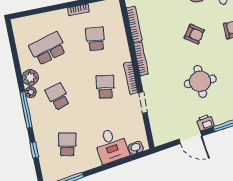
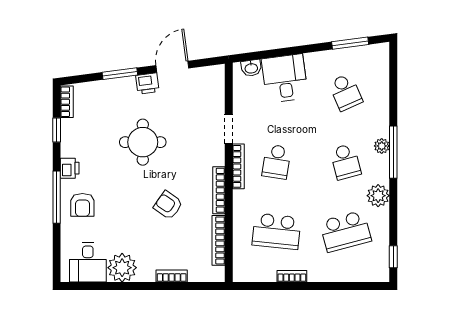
armchair: (194, 34) -> (168, 205), moved
school desk: (95, 39) -> (276, 231), width x1.85
plant: (31, 92) -> (382, 146), moved
door: (190, 138) -> (172, 67), hinge flipped
school desk: (67, 144) -> (345, 92), turned -36
window: (34, 150) -> (393, 257), moved

